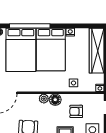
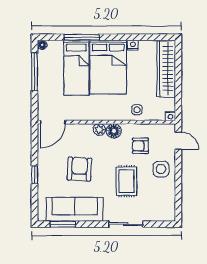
window: (30, 26) -> (82, 37), width x0.68
bed: (21, 50) -> (76, 68), width x0.67

